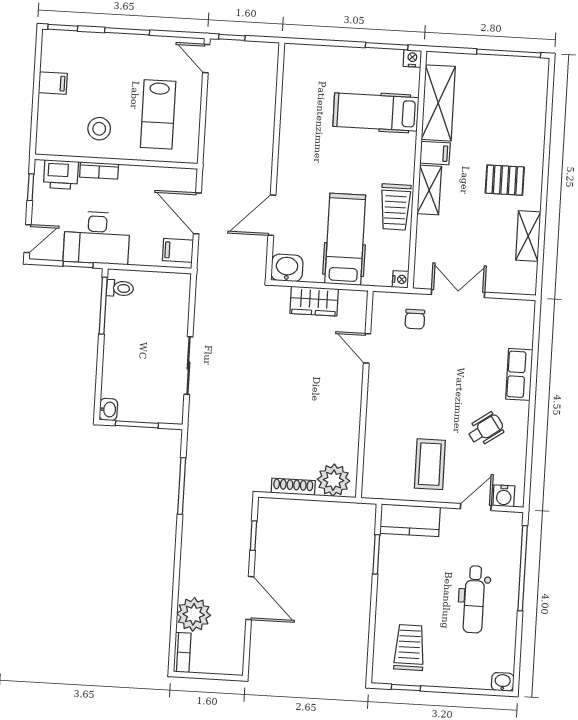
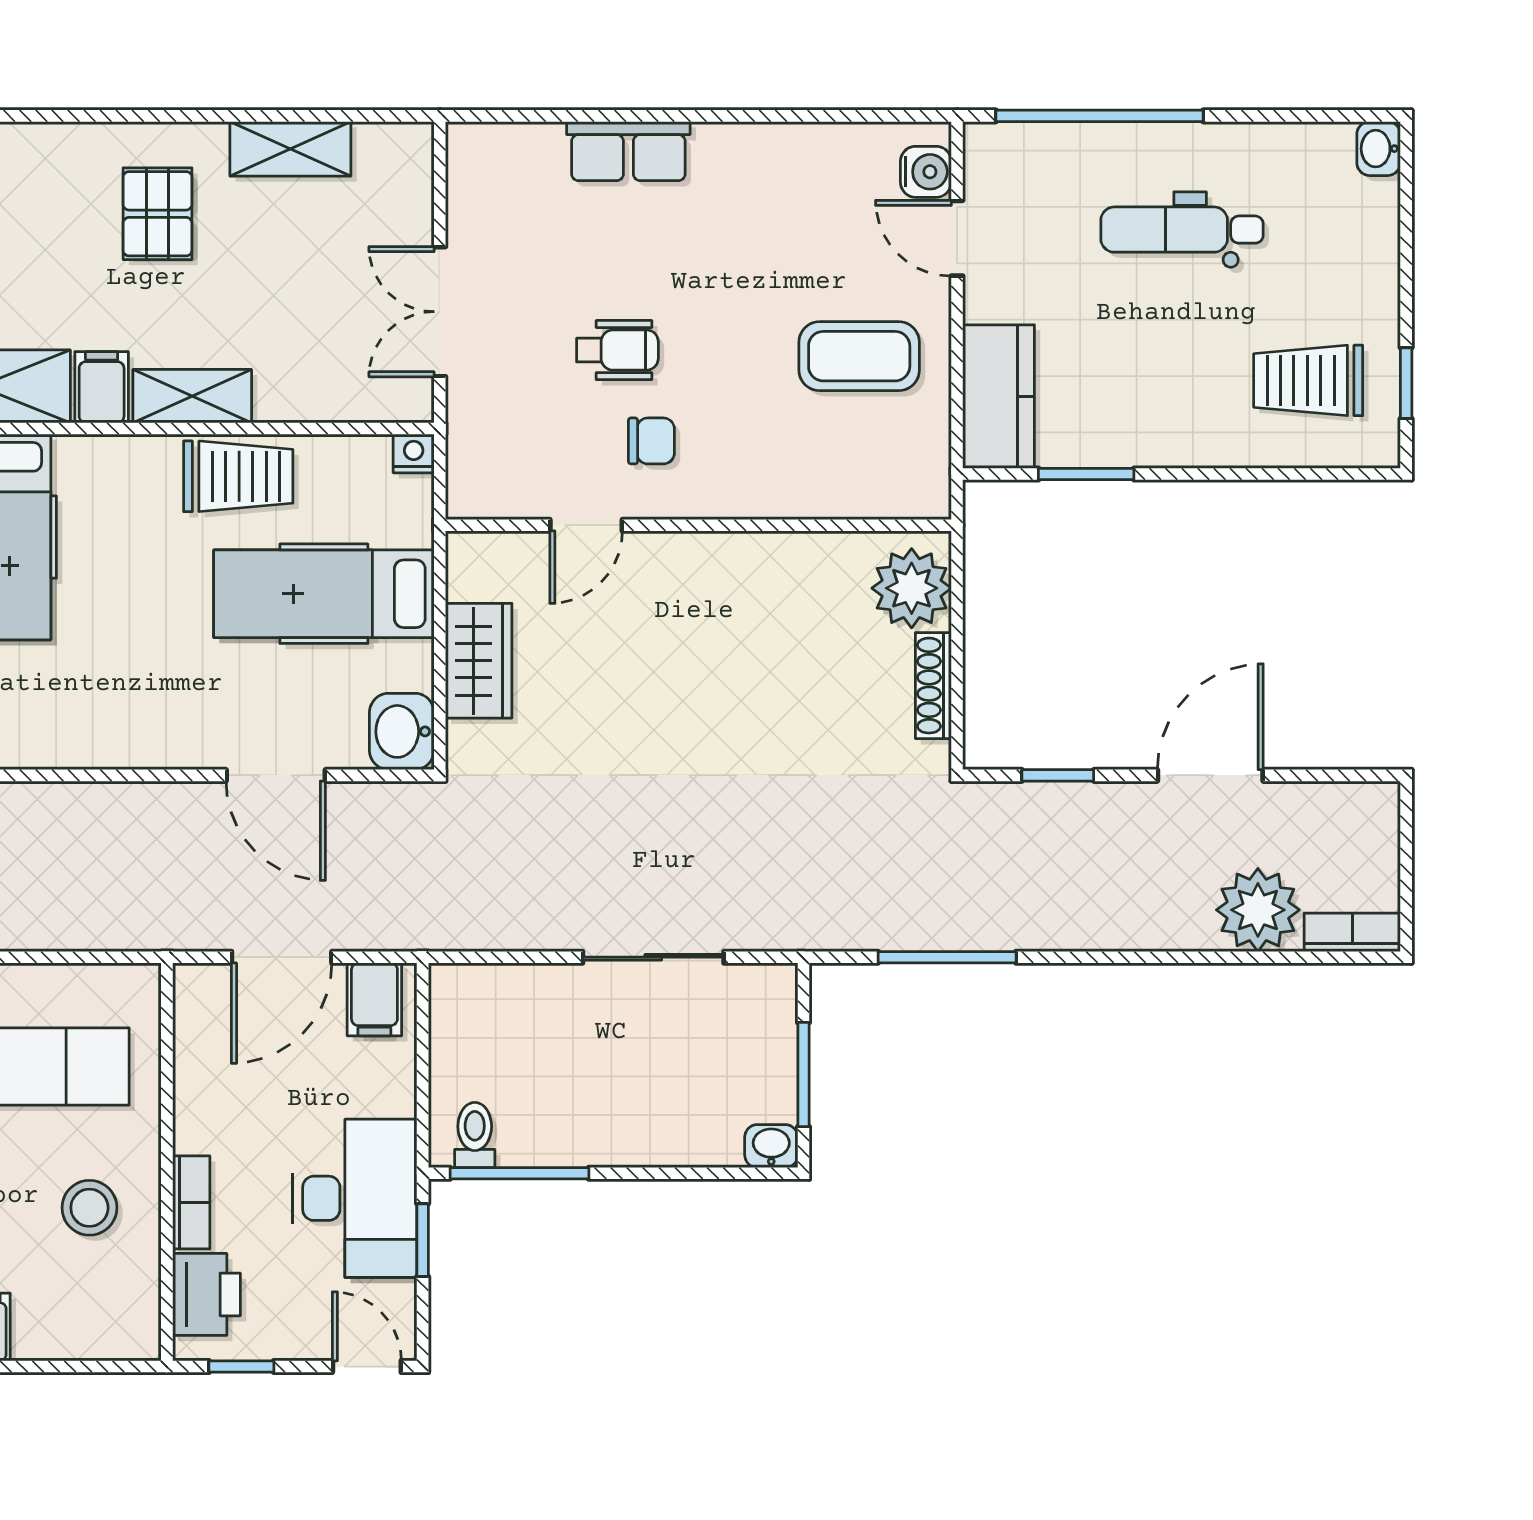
chair: (415, 319) -> (651, 441), moved
wheelchair: (486, 429) -> (617, 350), moved, turned 125
dental chair: (474, 599) -> (1182, 230), turned 180

